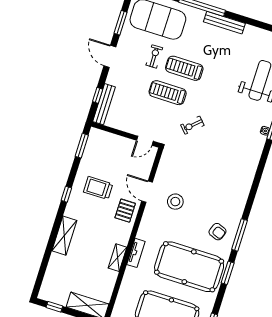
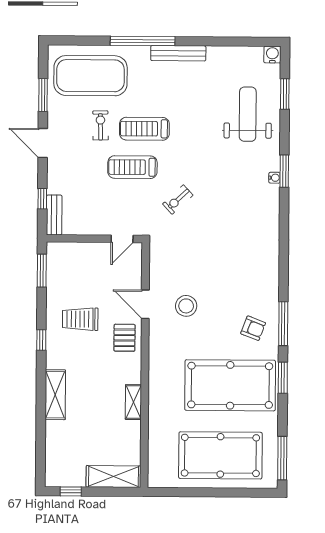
bench: (104, 104) -> (54, 215), width x0.73
tv unit: (136, 253) -> (155, 389), removed

